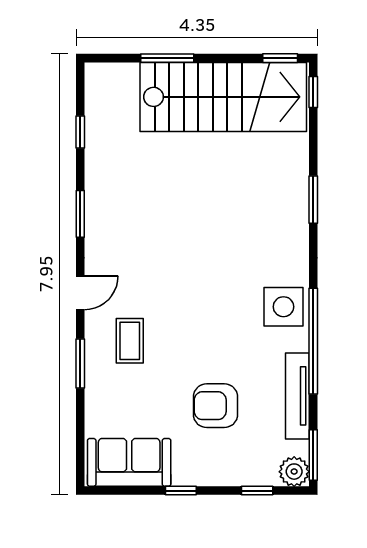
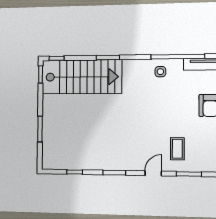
stairs: (223, 97) -> (82, 77), moved, turned 90
door: (80, 293) -> (153, 173), hinge flipped
side table: (283, 307) -> (160, 72), width x0.54, depth x0.54
coffee table: (130, 341) -> (177, 149), turned 90

